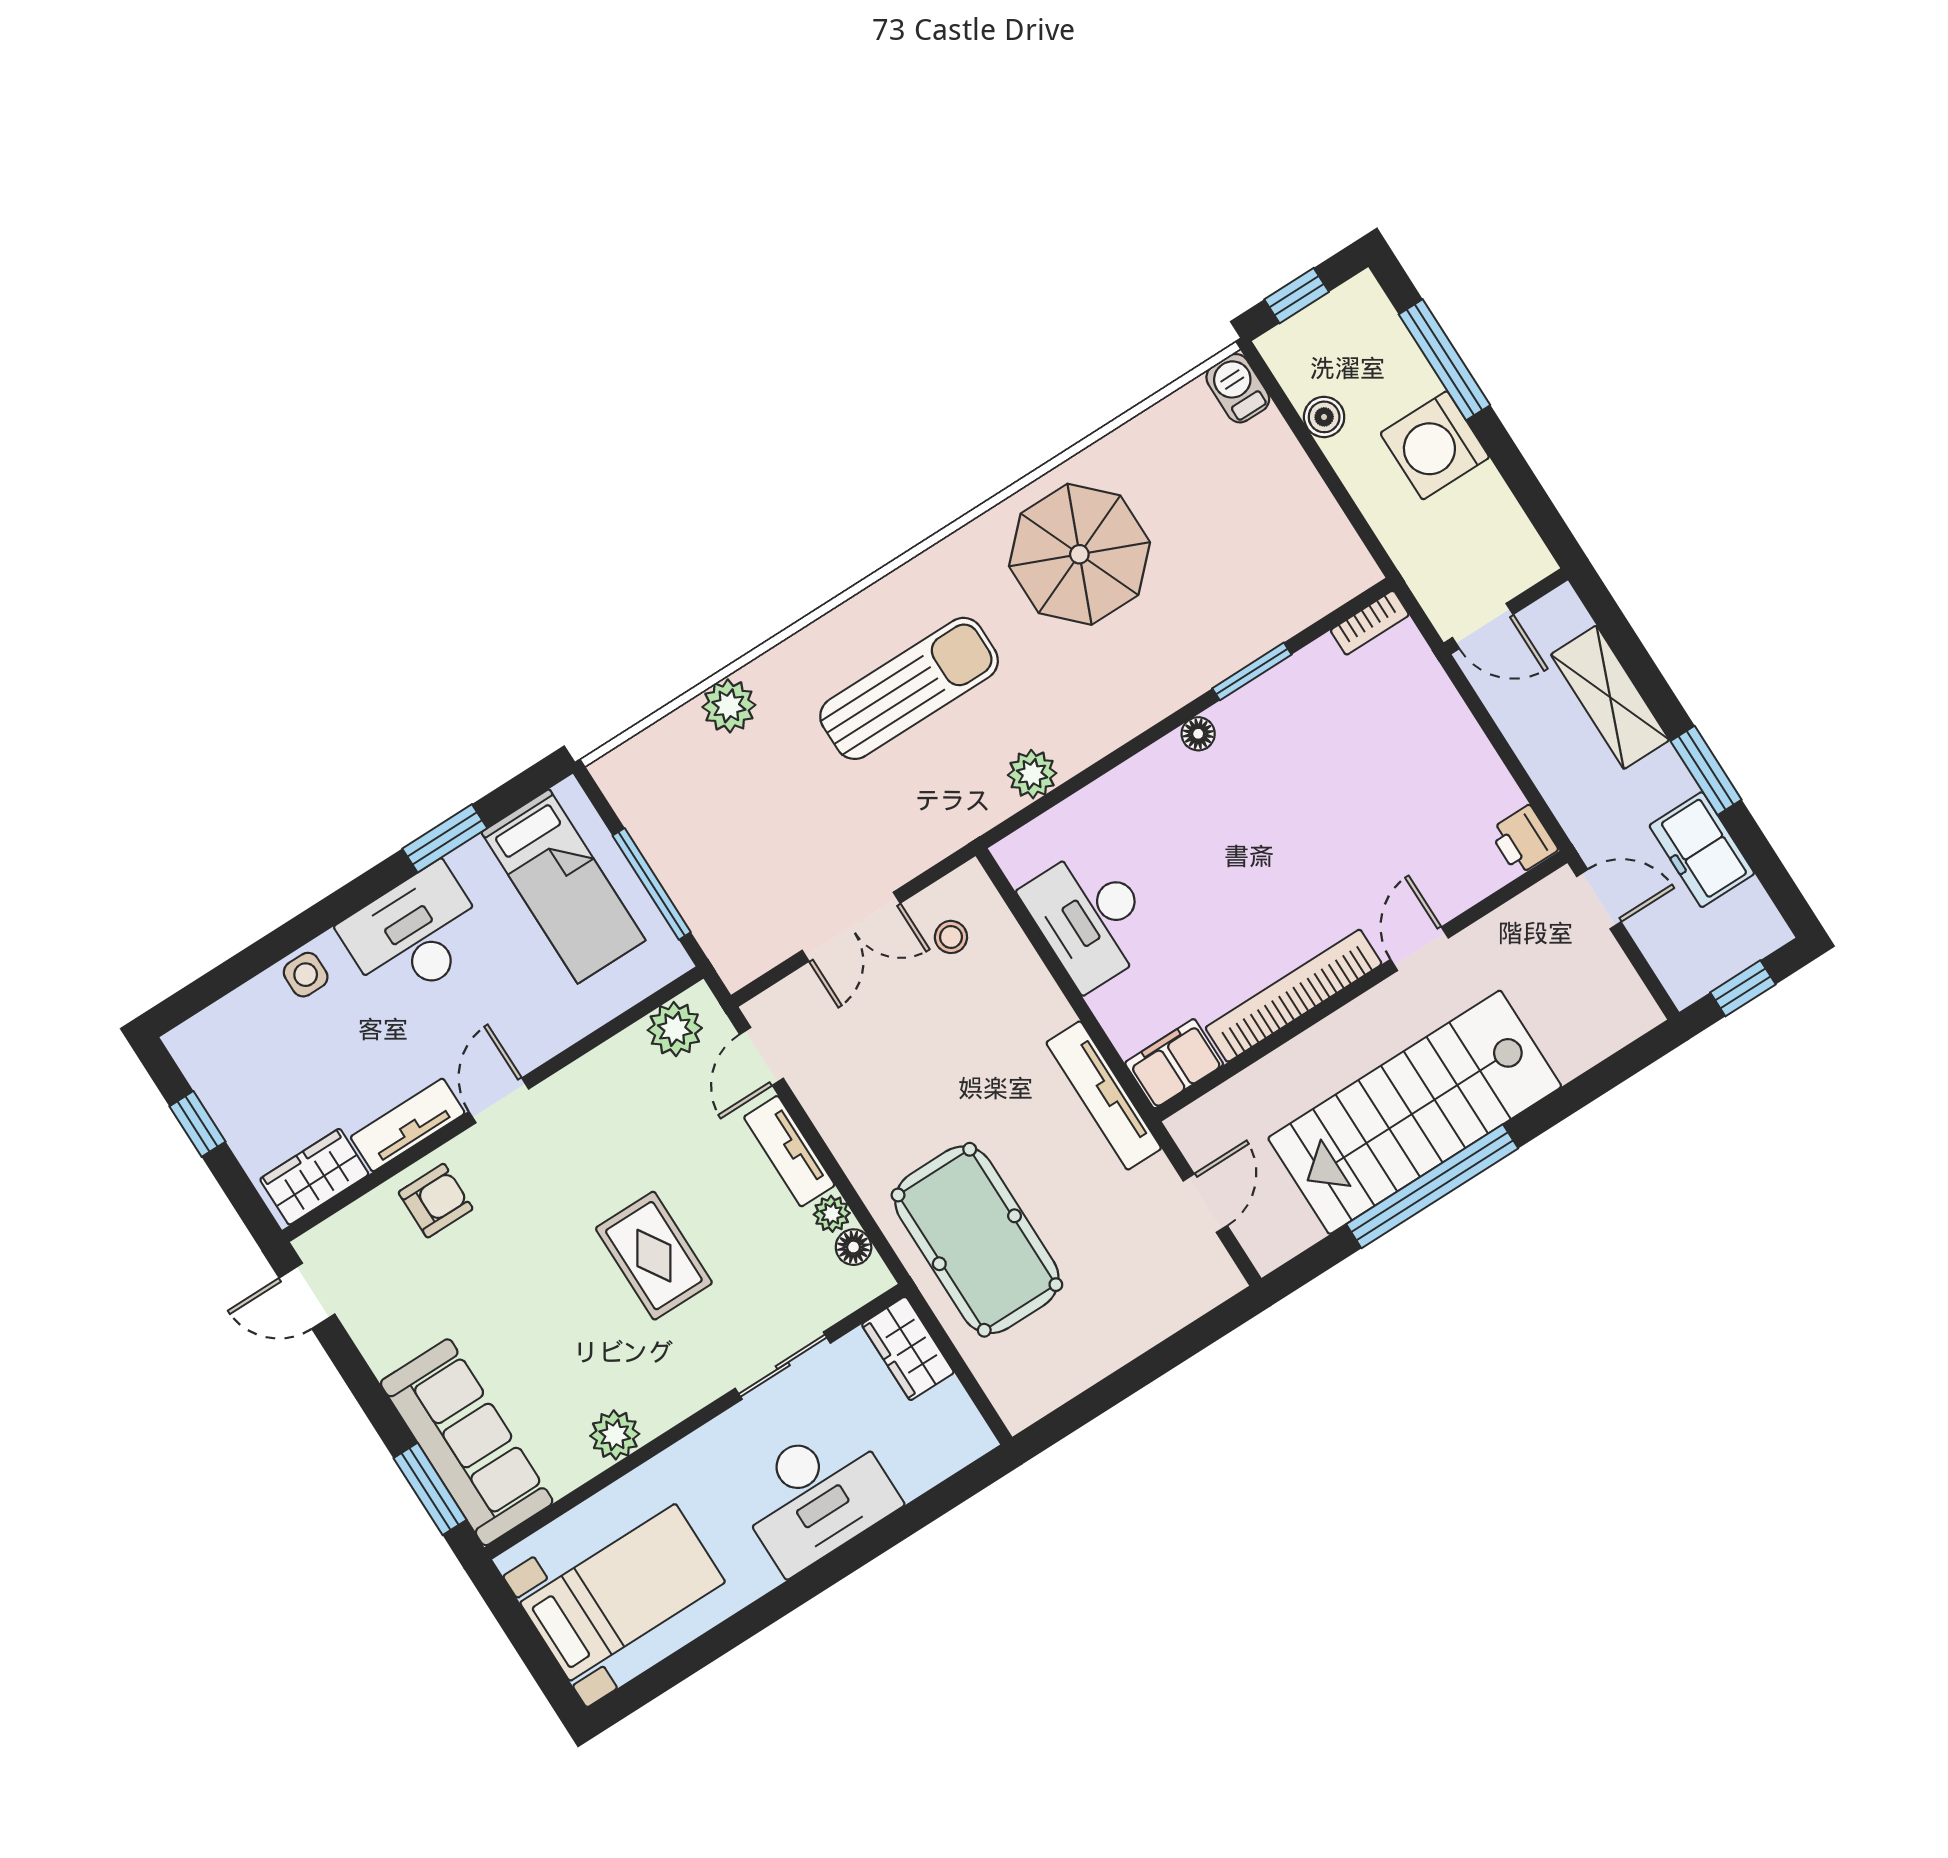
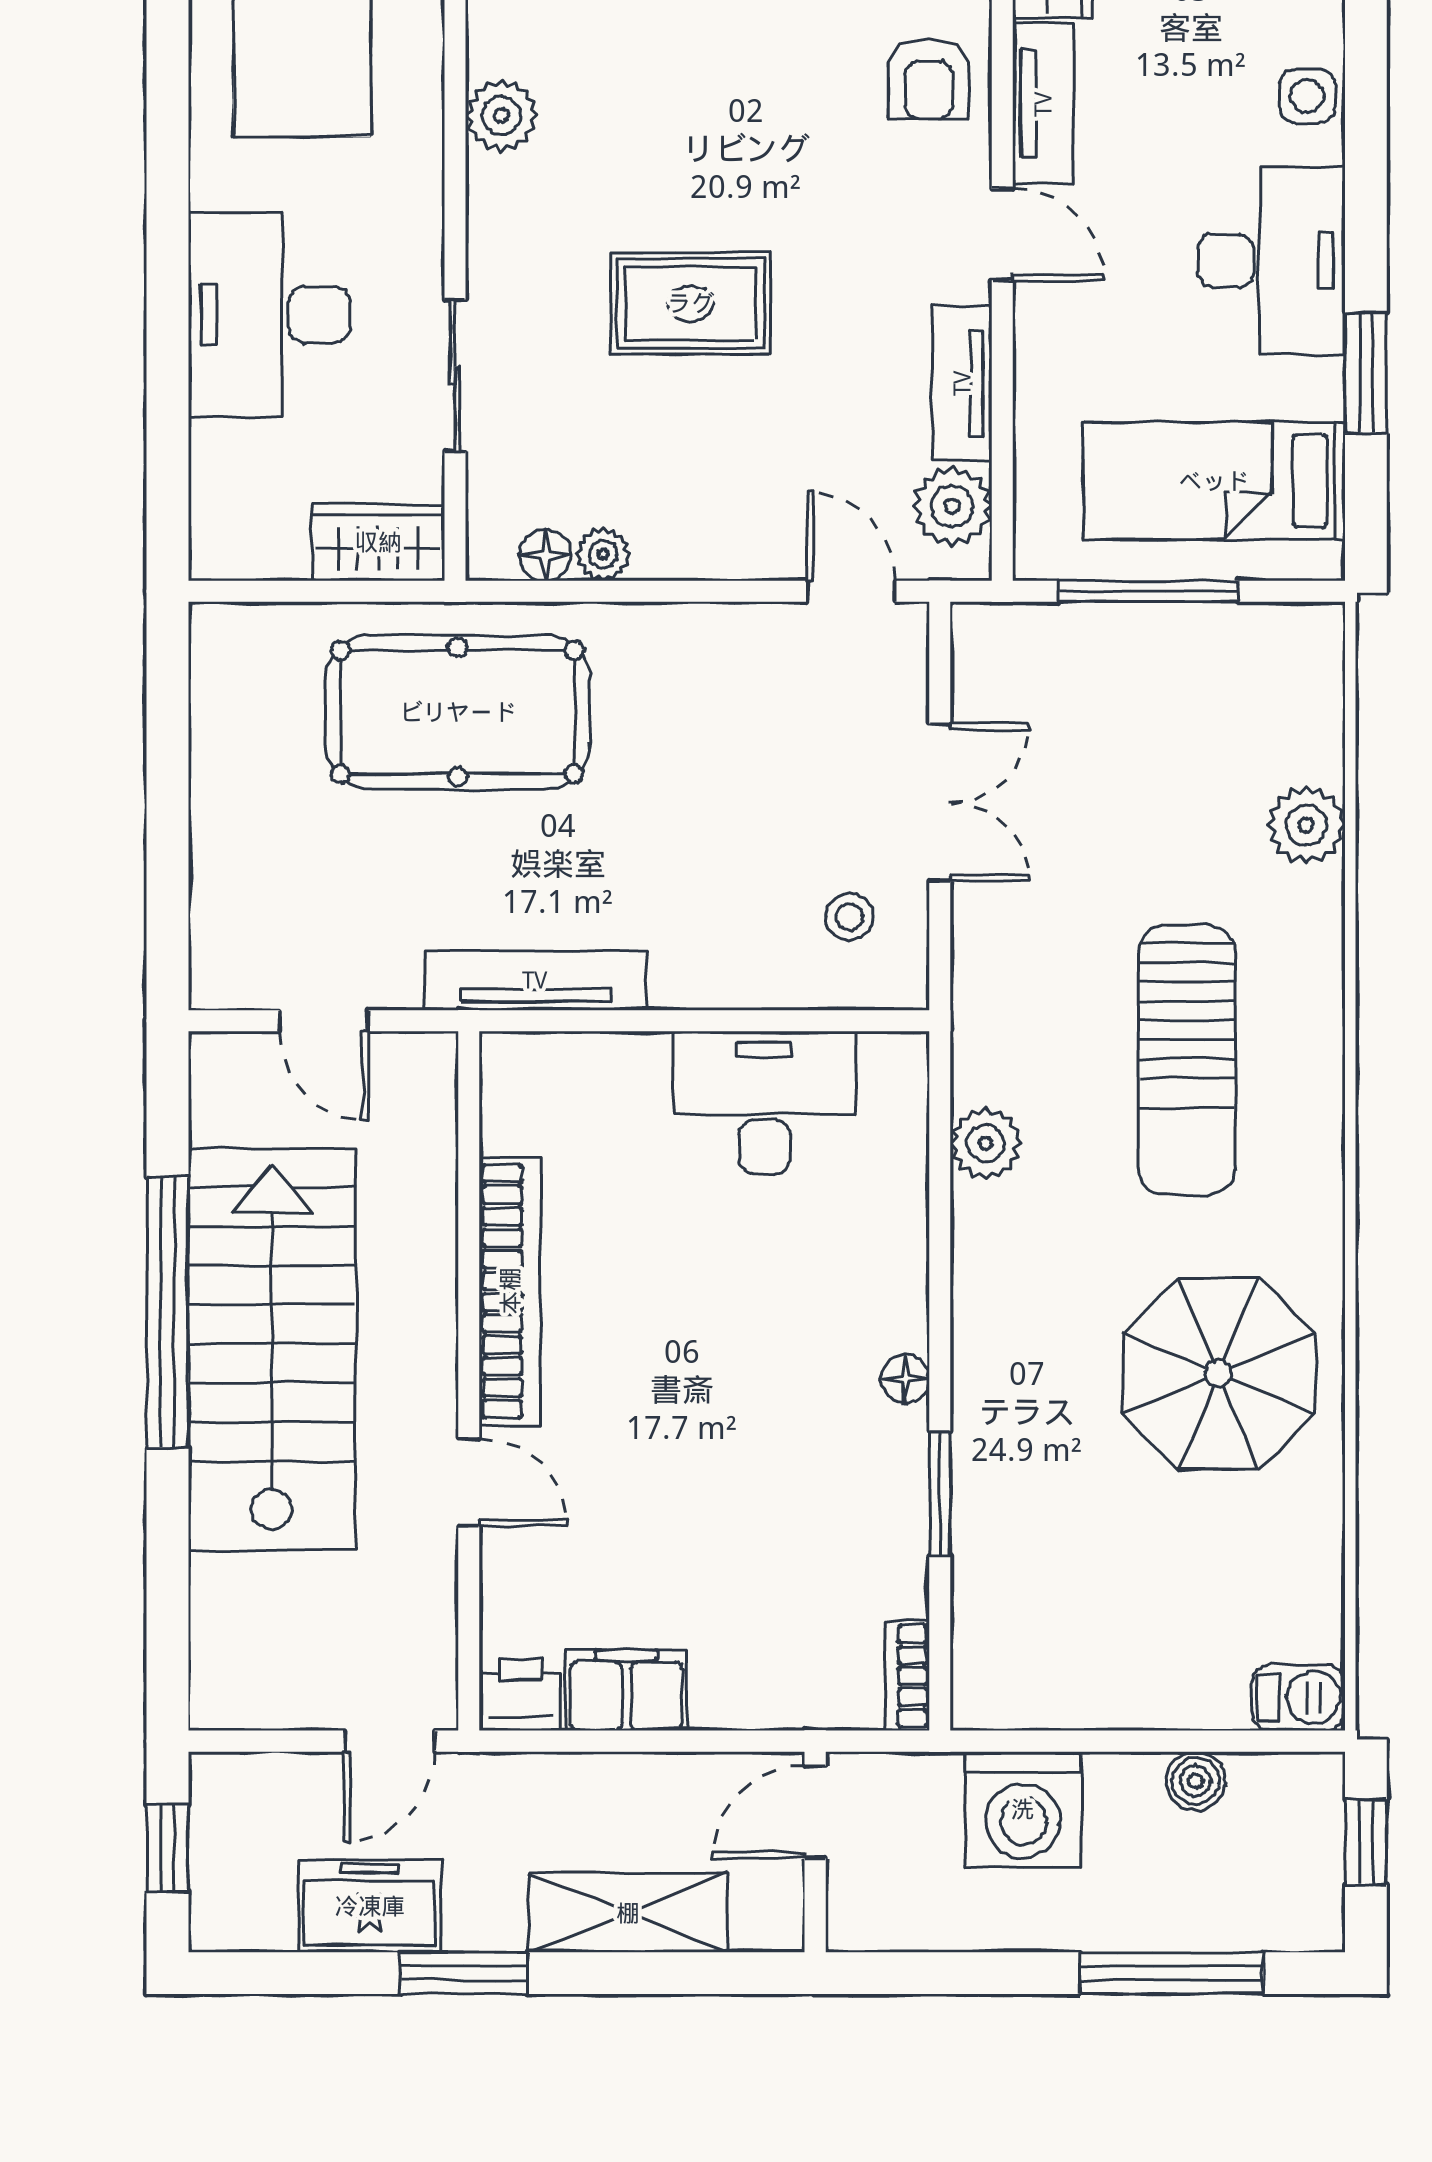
washing machine: (1435, 445) -> (1023, 1809), moved, turned 180
double door: (851, 927) -> (940, 802), swing flipped
filing cabinet: (1174, 1064) -> (626, 1690), moved, turned -90
tv unit: (789, 1151) -> (962, 383), moved, turned -90

